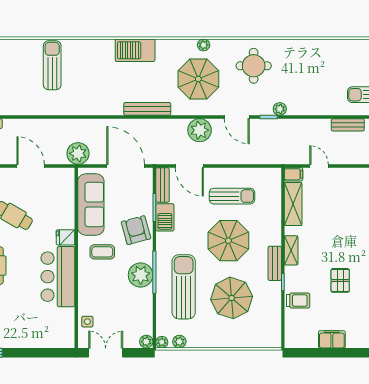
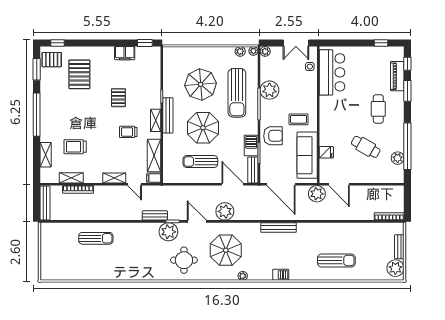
plant: (204, 45) -> (243, 276), moved
barbecue: (135, 50) -> (281, 275), width x0.53, depth x0.65
sun lounger: (52, 65) -> (336, 260), turned -90
bench: (147, 109) -> (279, 227), moved
plant: (280, 109) -> (168, 232), width x1.87, depth x1.87
bench: (348, 125) -> (155, 215), moved
door: (31, 166) -> (339, 184), moved
shelving: (346, 174) -> (114, 178), added
armchair: (136, 230) -> (273, 136), turned -75
fridge: (66, 237) -> (326, 152), moved
bench: (275, 263) -> (168, 115), width x1.36
plant: (141, 275) -> (269, 90), moved
bar counter: (58, 277) -> (332, 72), moved
trolley: (298, 300) -> (128, 132), moved
window: (305, 353) -> (145, 43), added

